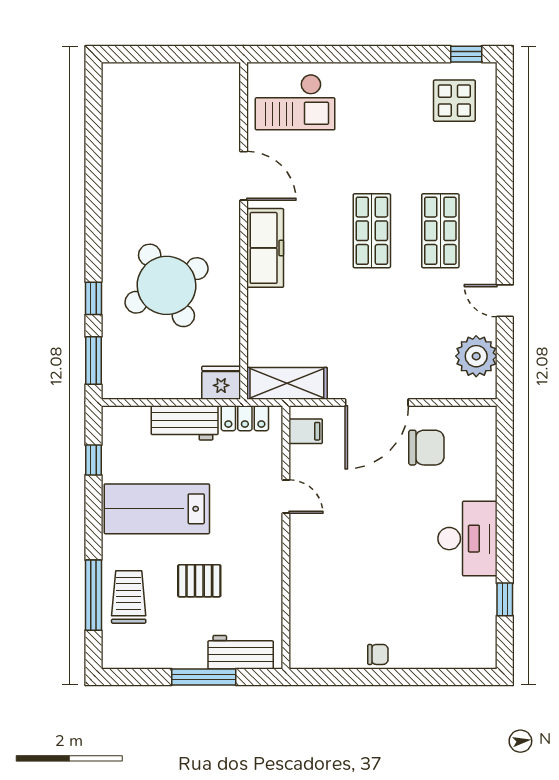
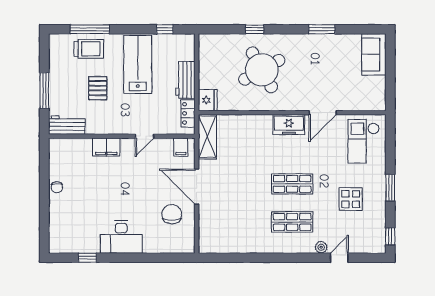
window: (378, 54) -> (390, 188), added
sofa: (139, 84) -> (374, 54), added
display table: (454, 101) -> (351, 199), moved
freezer: (265, 248) -> (289, 125), width x0.71
door: (505, 301) -> (339, 258), moved
plant: (476, 356) -> (321, 247), moved, width x0.53, depth x0.53
window: (93, 361) -> (322, 29), moved
chair: (426, 448) -> (172, 214), turned 180
filing cabinet: (305, 565) -> (106, 147), added
workbench: (241, 652) -> (67, 125), moved, turned -90

